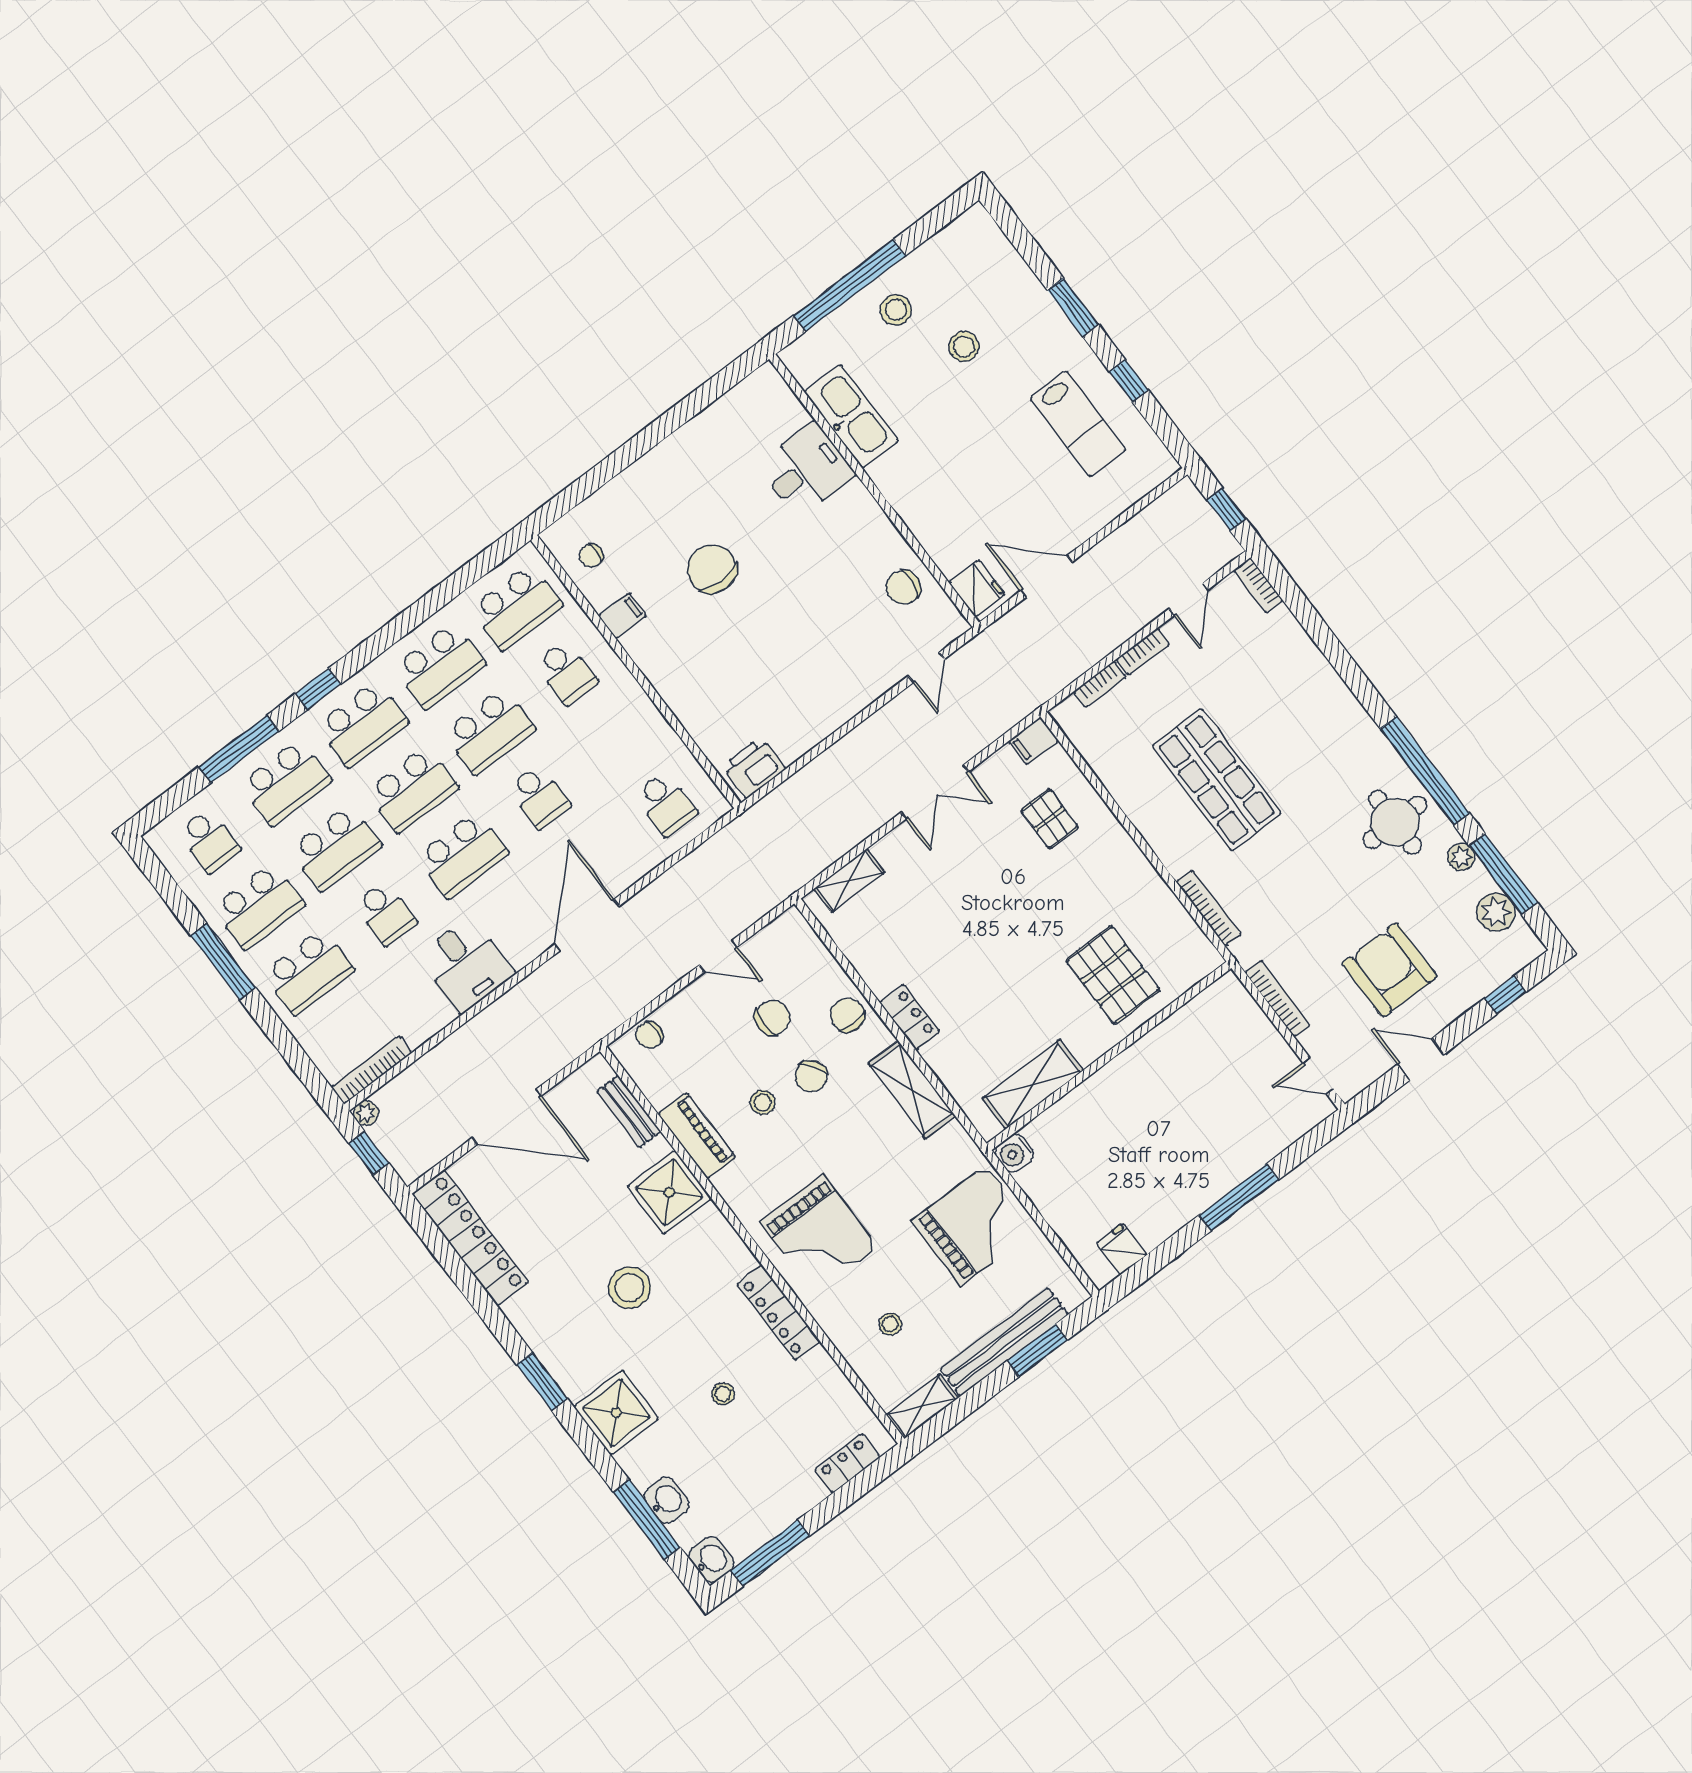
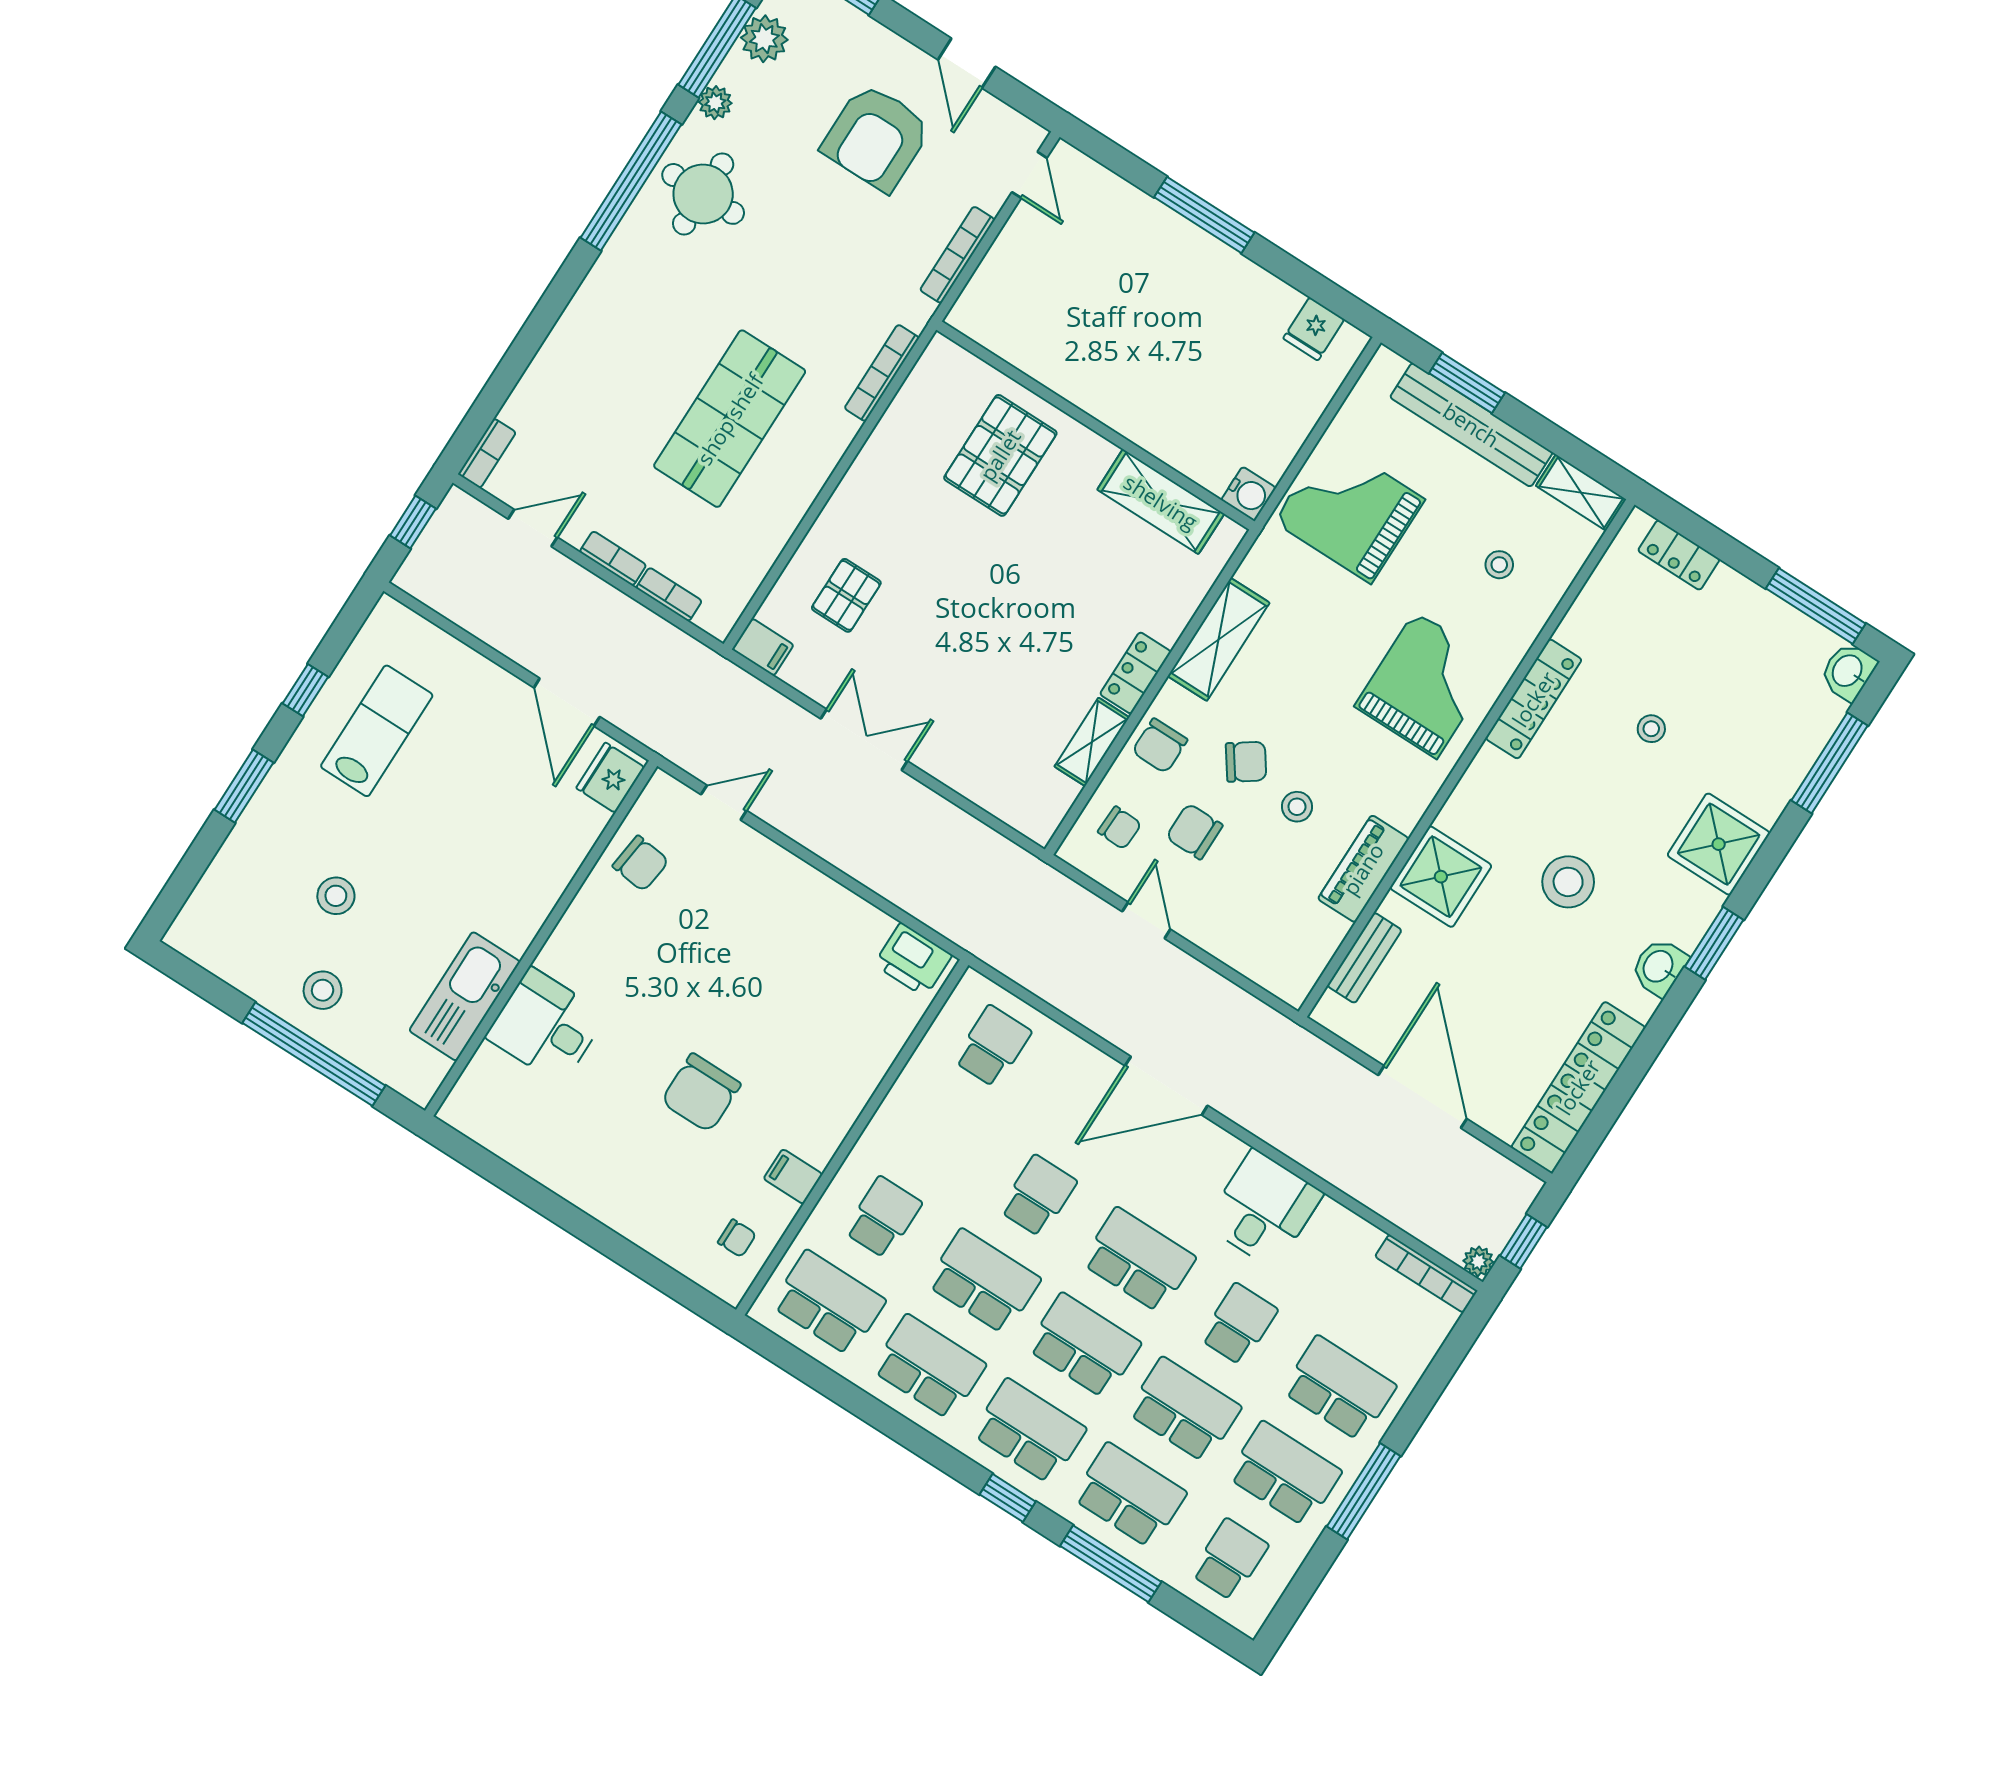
shelving: (849, 880) -> (1092, 742), moved, turned 90
chair: (649, 1035) -> (1120, 828), moved
washbasin: (666, 1500) -> (1659, 967), moved

